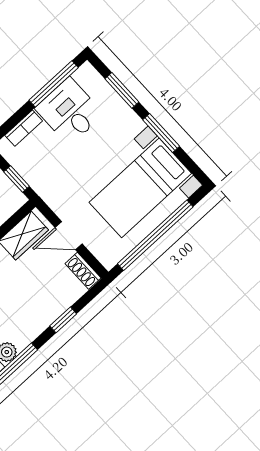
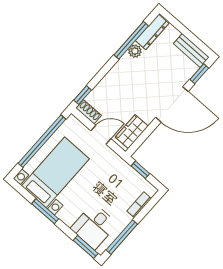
window: (122, 90) -> (86, 247), moved
desk: (69, 111) -> (94, 226), moved, turned 90
window: (63, 320) -> (83, 95), moved

